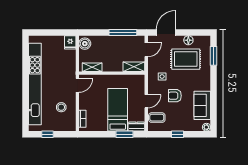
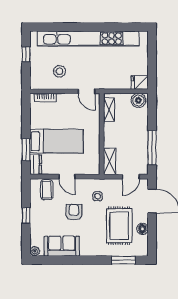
door: (146, 50) -> (131, 177), hinge flipped

